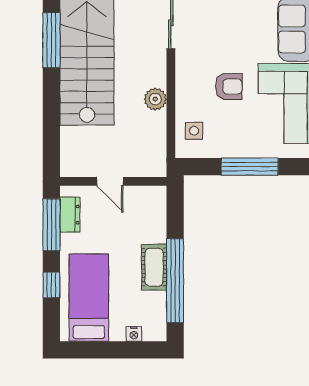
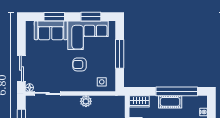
armchair: (229, 86) -> (80, 64), turned -90
wardrobe: (155, 206) -> (139, 101), added

